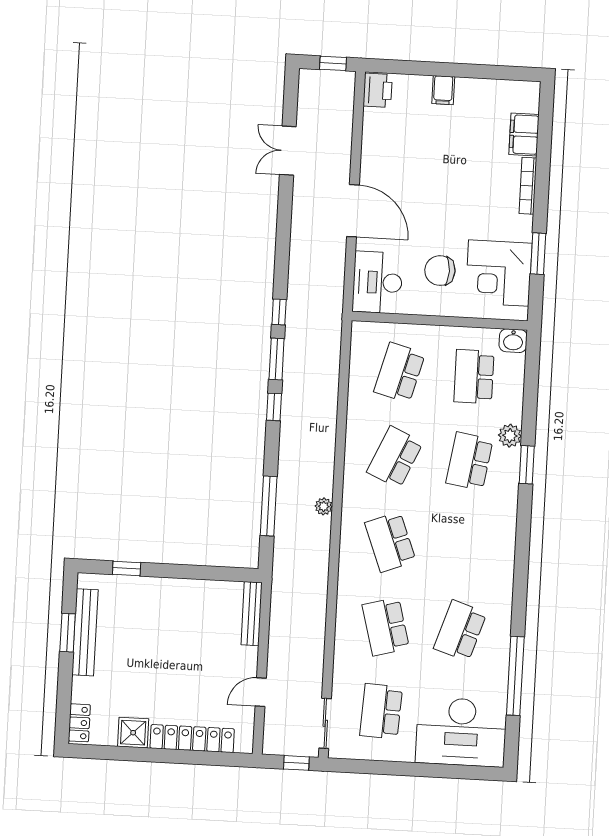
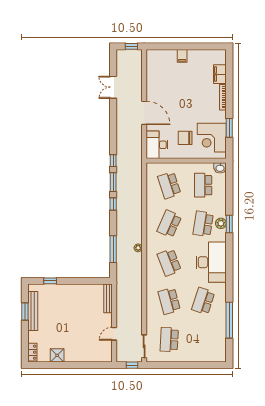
printer: (378, 90) -> (152, 58), removed
school desk: (399, 373) -> (169, 185), turned -33
plant: (510, 436) -> (221, 223), moved
desk: (461, 732) -> (211, 262), moved, turned -90
locker: (192, 739) -> (84, 357), removed

